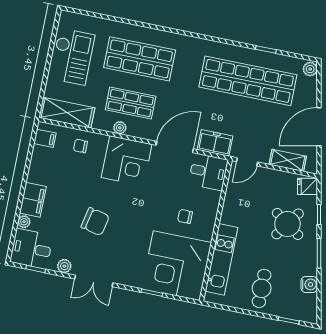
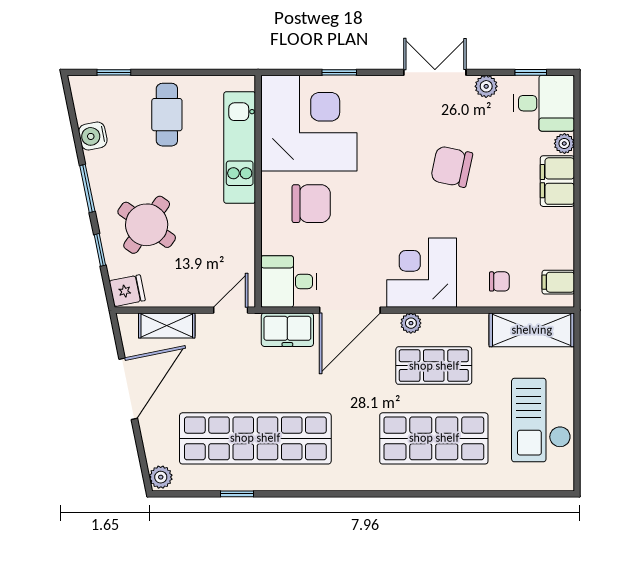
plant: (120, 128) -> (411, 323), moved
chair: (185, 216) -> (311, 204), width x1.87, depth x1.87

